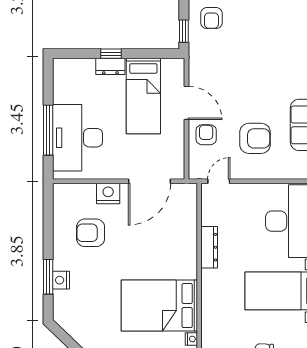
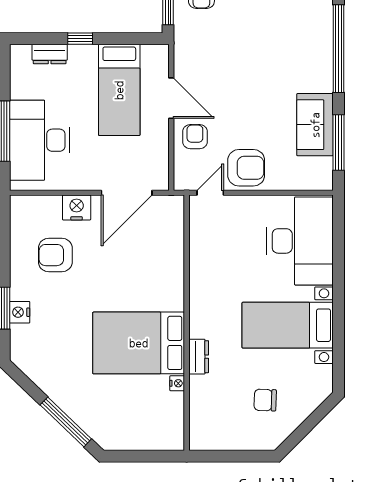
dresser: (110, 66) -> (50, 54), moved
armchair: (255, 138) -> (246, 168), moved
dresser: (209, 247) -> (199, 357), moved, width x0.70

